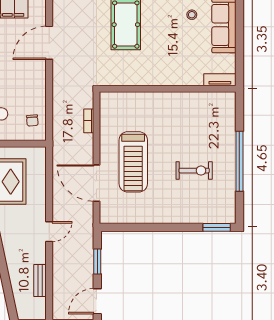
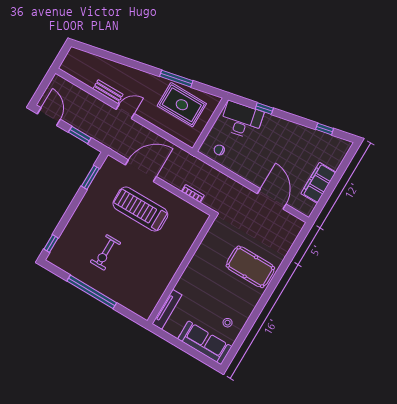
tv unit: (220, 80) -> (167, 309), width x1.41
window: (131, 227) -> (90, 177), added
window: (217, 227) -> (51, 244), width x0.67
door: (49, 232) -> (125, 111), swing flipped
bench: (40, 280) -> (108, 92), moved

